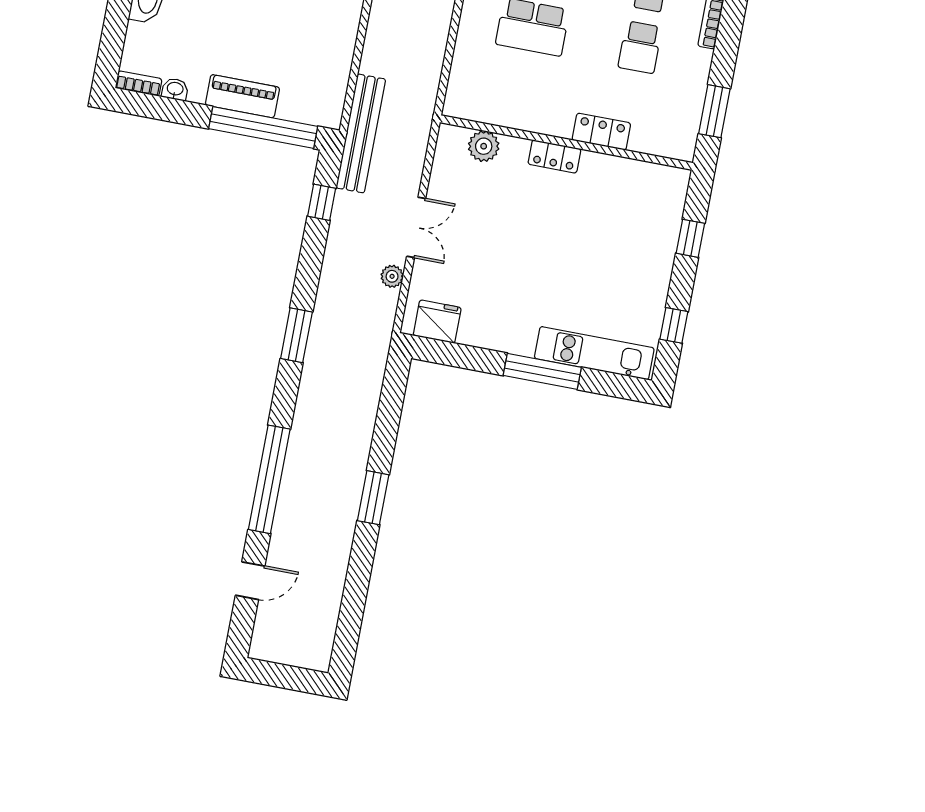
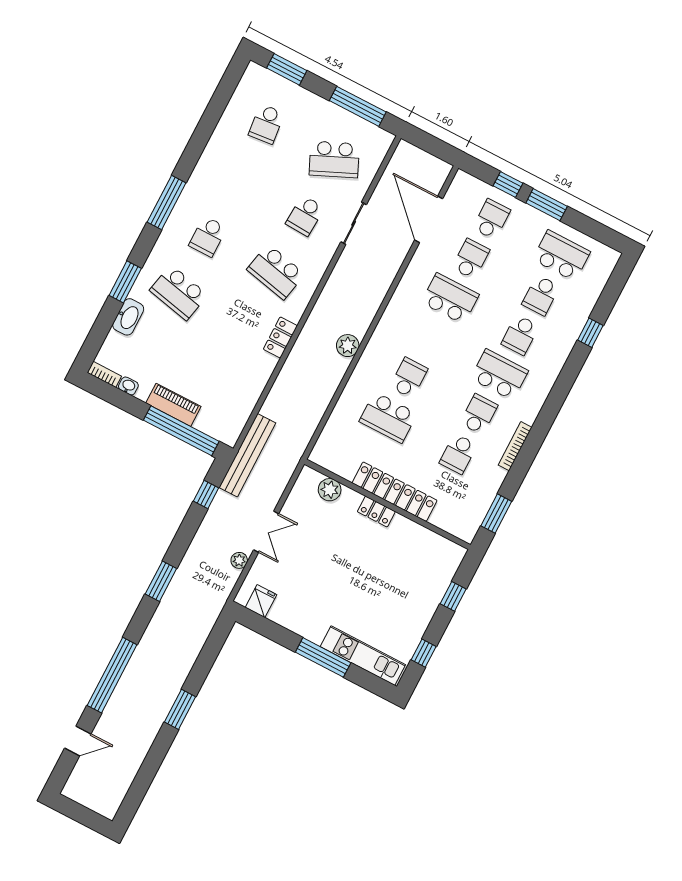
locker: (601, 132) -> (395, 492), width x2.16, depth x1.21
fridge: (437, 322) -> (261, 601), width x0.72

